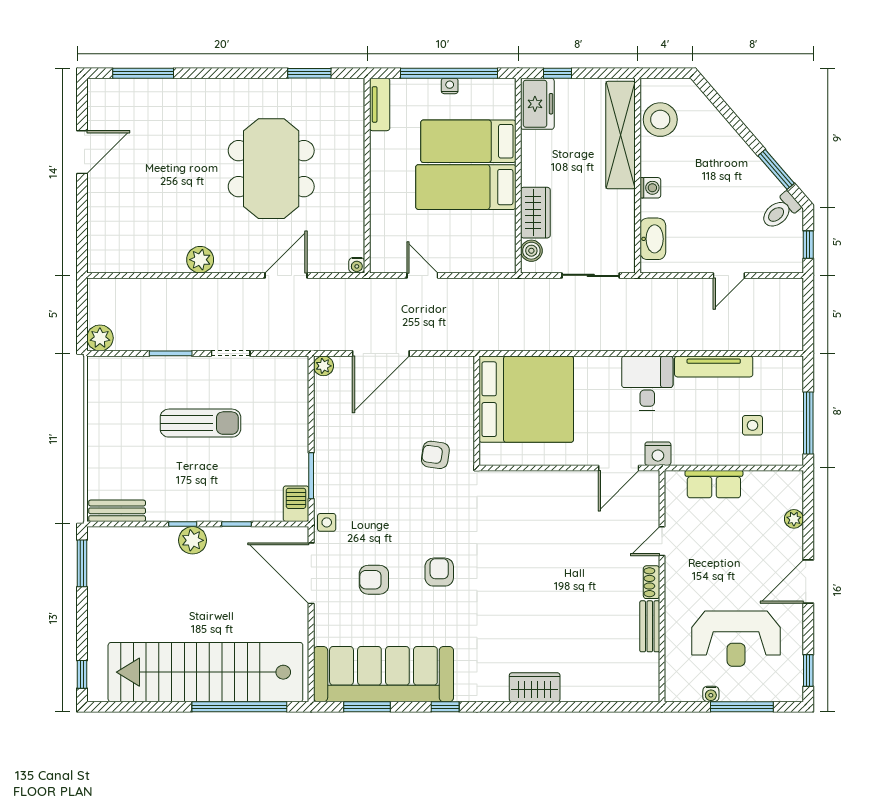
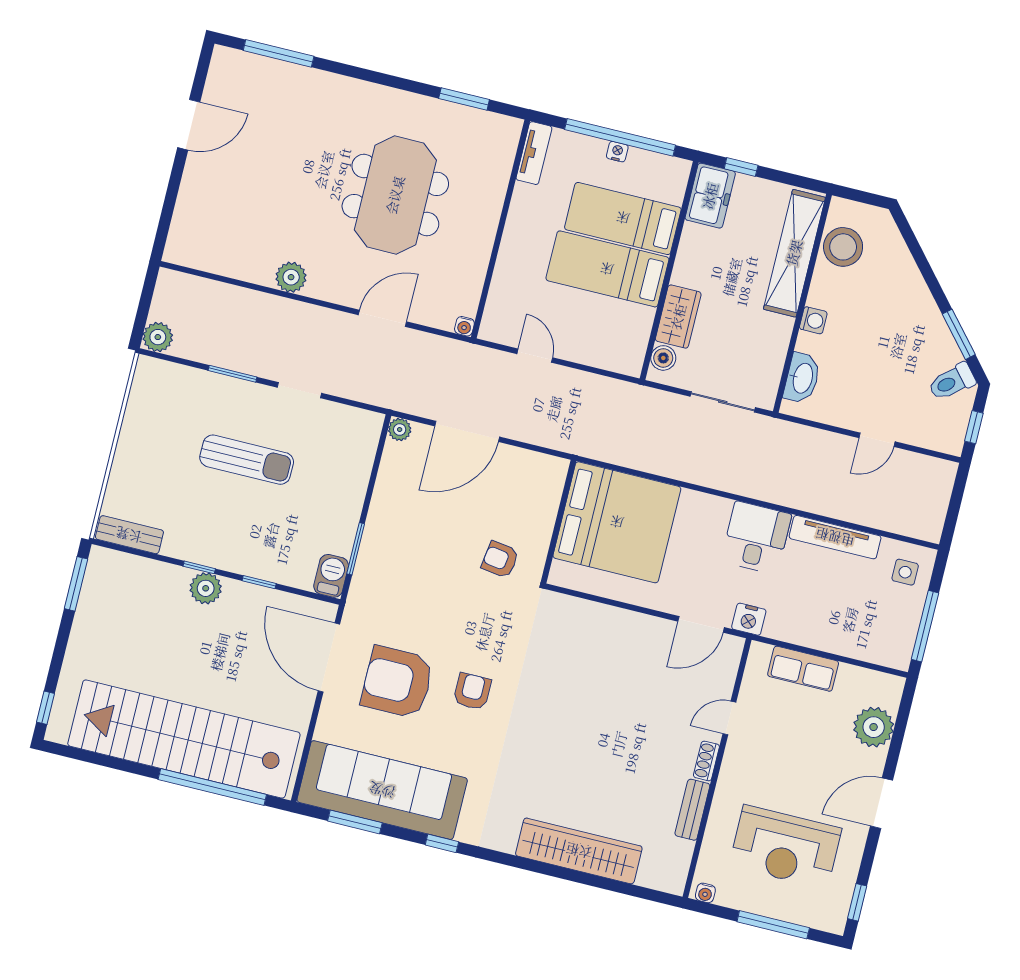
side table: (752, 425) -> (905, 572), moved
plant: (794, 519) -> (874, 727), width x1.88, depth x1.88
side table: (327, 522) -> (360, 605), removed
armchair: (374, 580) -> (397, 682), width x1.88, depth x1.88
wardrobe: (535, 687) -> (579, 851), width x2.10, depth x1.17
water cooler: (711, 694) -> (705, 893), moved

